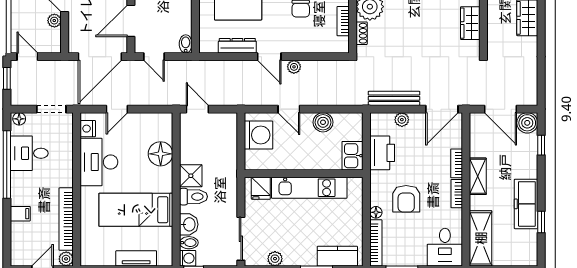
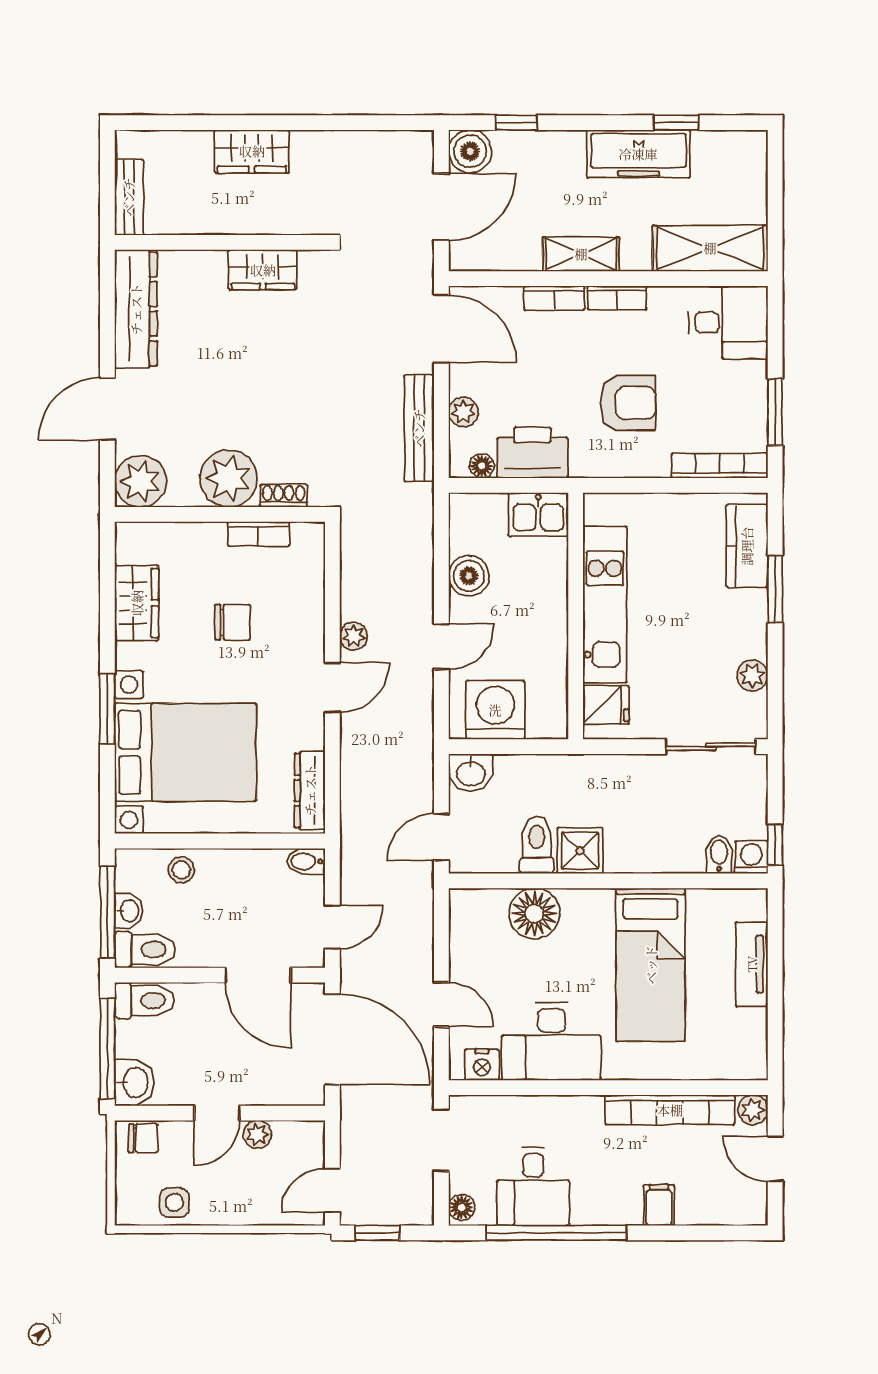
dresser: (237, 46) -> (310, 790), moved
toilet: (194, 197) -> (537, 845), moved
floor lamp: (376, 212) -> (482, 466), moved
washbasin: (189, 224) -> (471, 773), moved, turned 180

